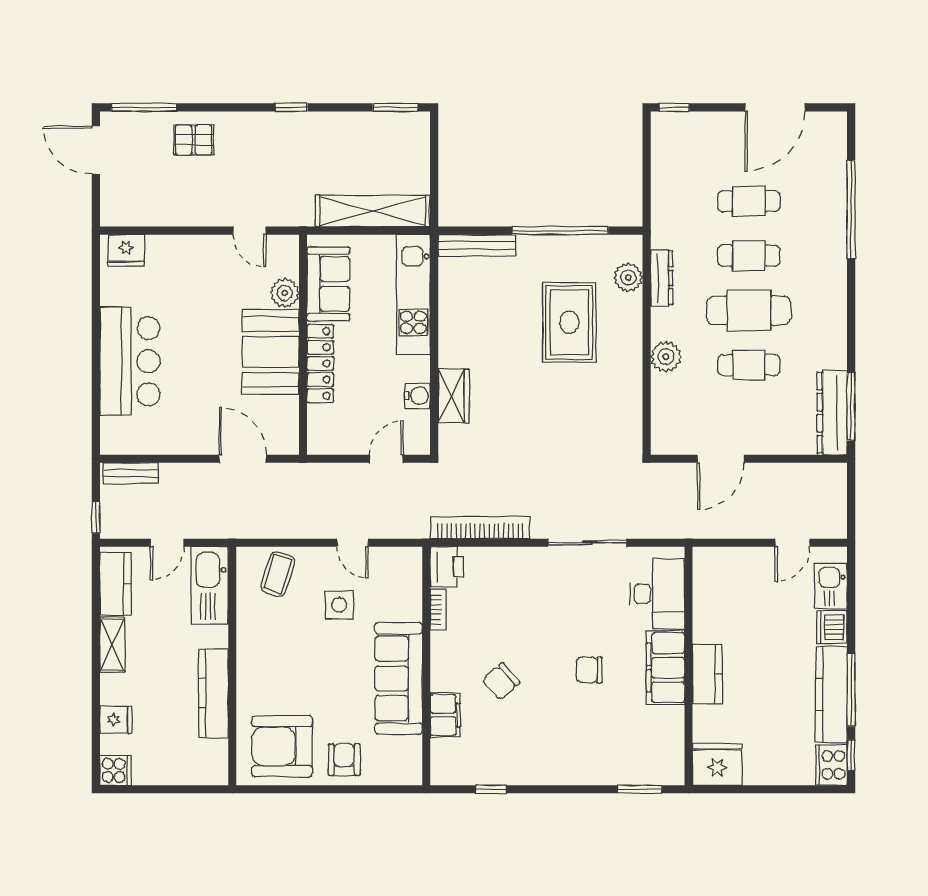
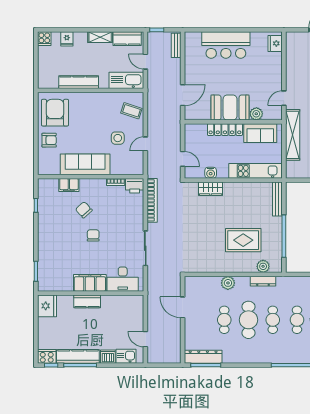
shelving: (373, 211) -> (293, 135), moved
chair: (589, 670) -> (93, 235), moved

